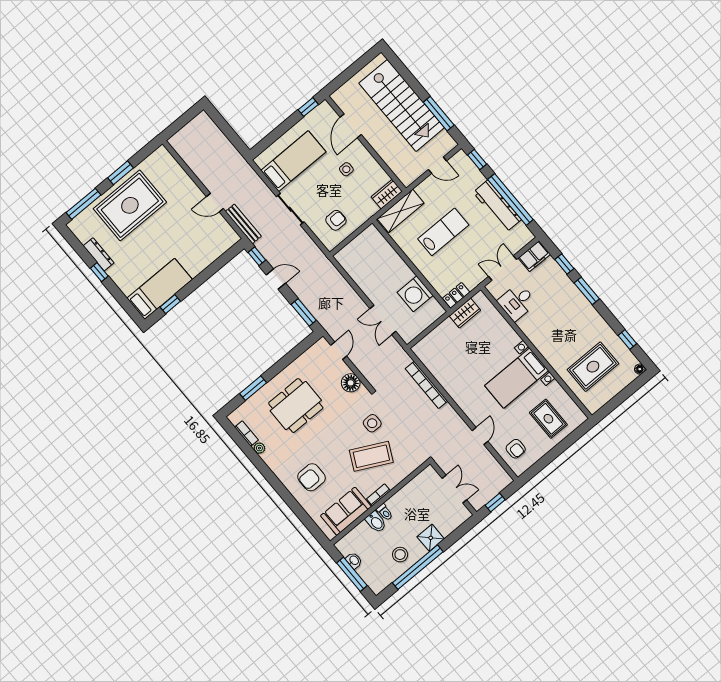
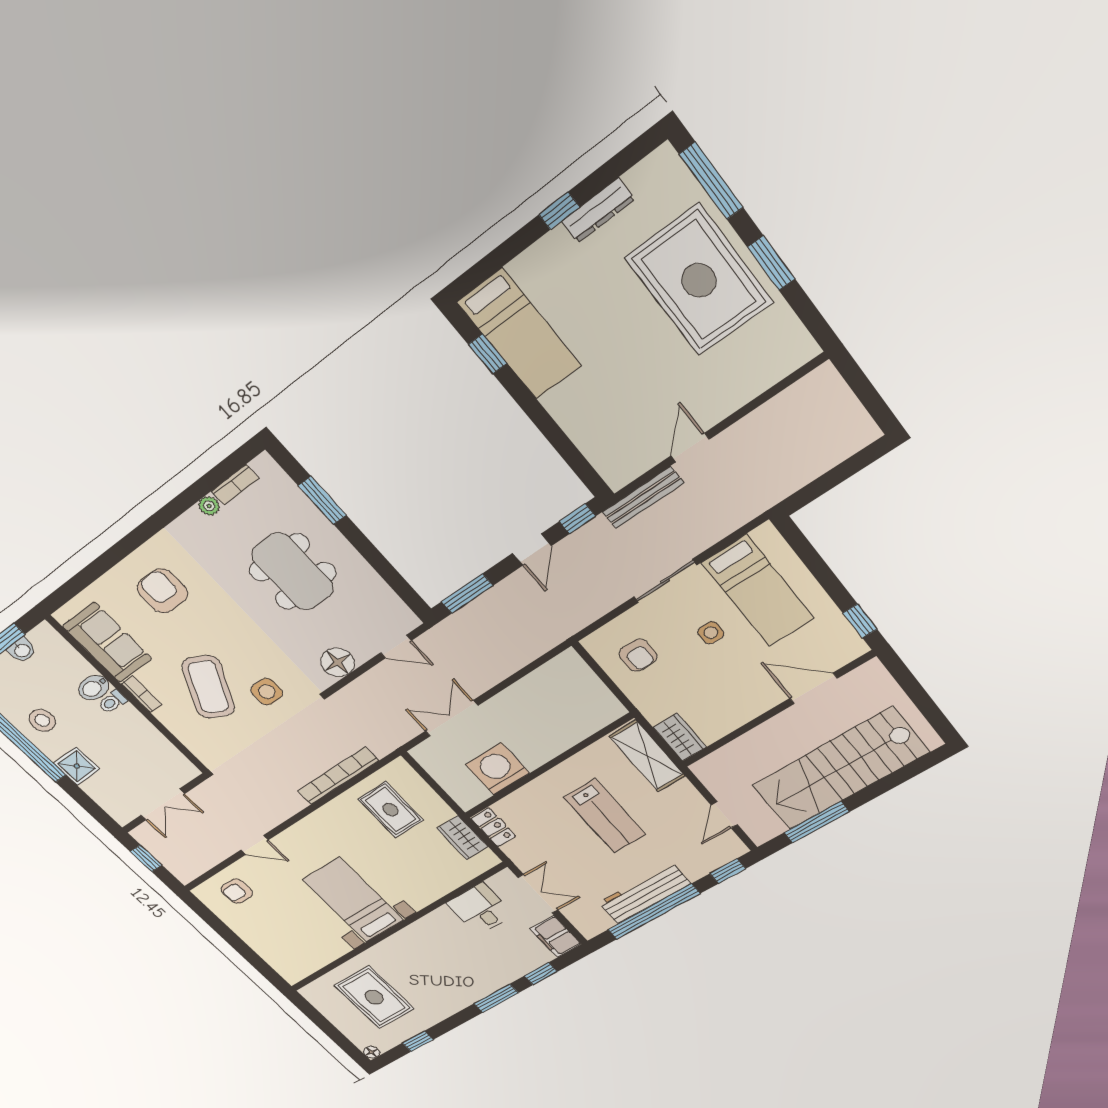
side table: (346, 169) -> (711, 633), moved
rug: (548, 419) -> (391, 810), moved, turned 90

